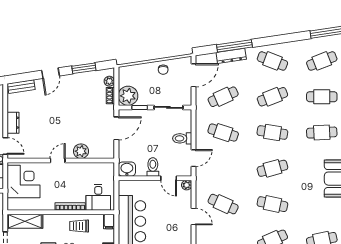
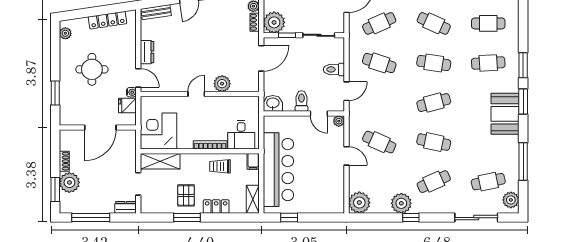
cafe table: (272, 97) -> (434, 23), turned 45
corner desk: (23, 182) -> (159, 131), moved, turned -90

